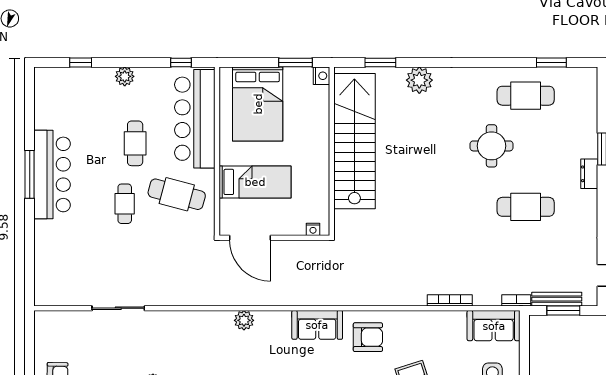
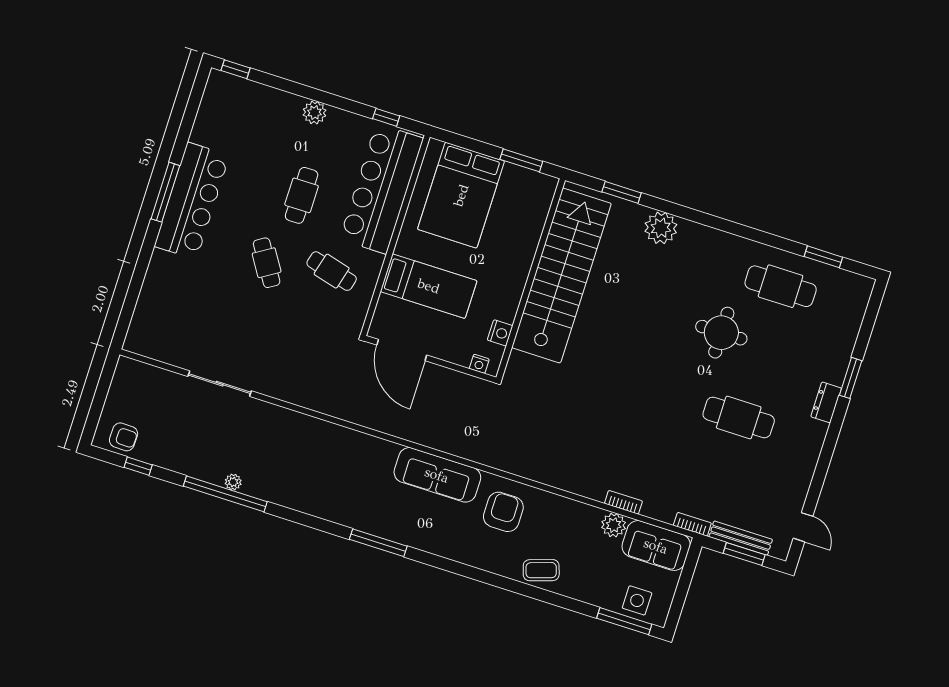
window: (81, 63) -> (236, 69), moved
nightstand: (321, 76) -> (500, 333), moved
cafe table: (177, 194) -> (332, 271), width x0.73, depth x0.74
cafe table: (125, 204) -> (267, 263), turned -32
bookcase: (450, 300) -> (623, 502), width x0.64
plant: (244, 320) -> (614, 525), moved
sofa: (317, 325) -> (437, 475), width x1.36
armchair: (368, 337) -> (503, 512), turned -90

